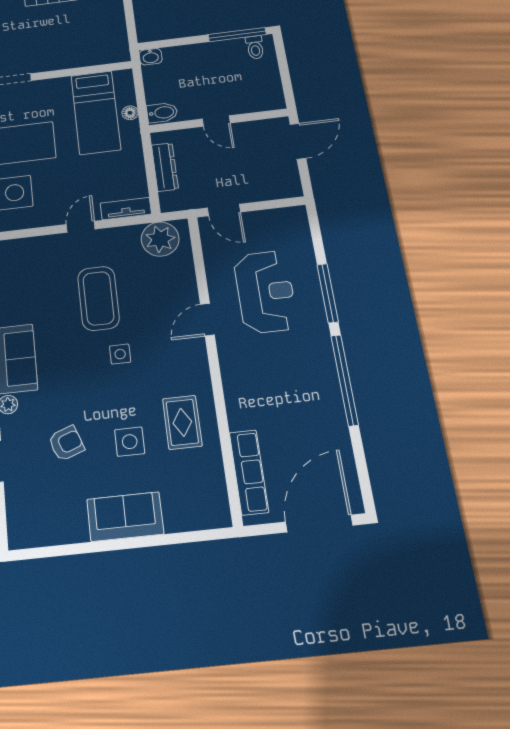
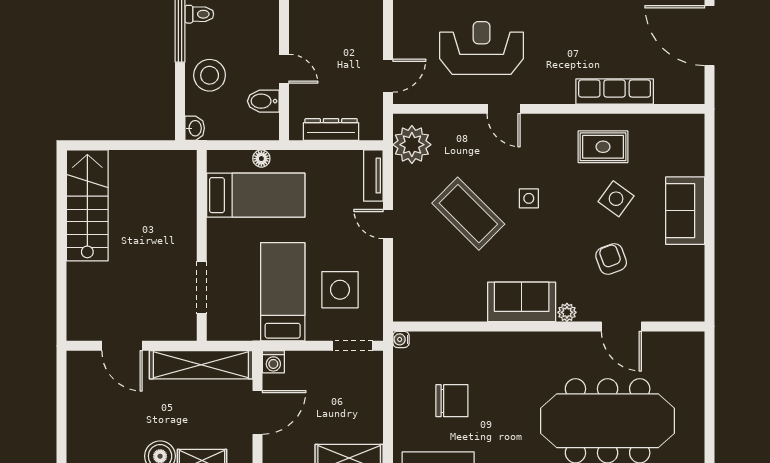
stool: (201, 62) -> (210, 75), added
bidet: (162, 113) -> (263, 101), moved, turned -90
door: (216, 121) -> (284, 69), hinge flipped
coffee table: (98, 298) -> (468, 214), turned 45
side table: (130, 442) -> (616, 199), turned 36
row of seats: (249, 472) -> (615, 91), moved

